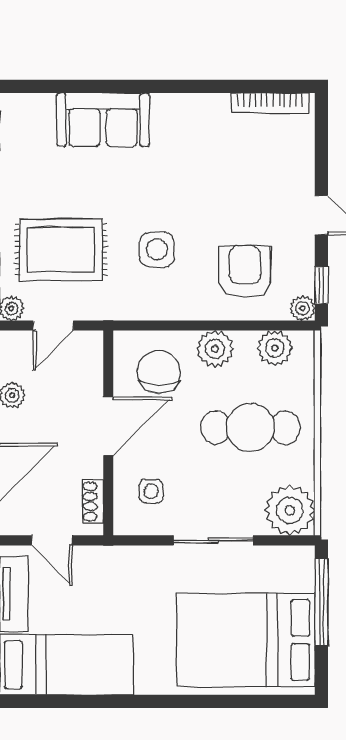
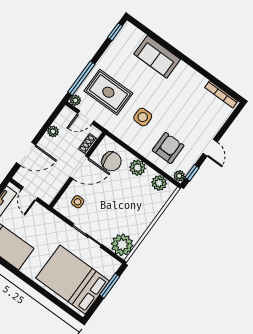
chair: (159, 372) -> (111, 161), turned 90
cafe table: (250, 428) -> (130, 205), removed
shoe rack: (93, 501) -> (88, 144), moved
window: (321, 602) -> (110, 286), width x0.69

